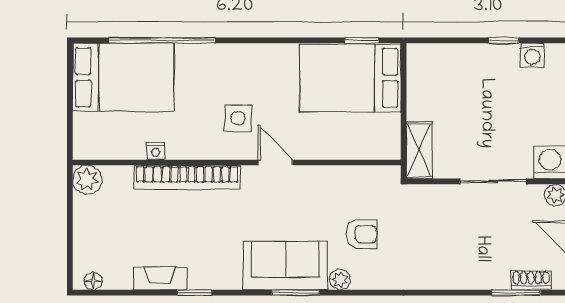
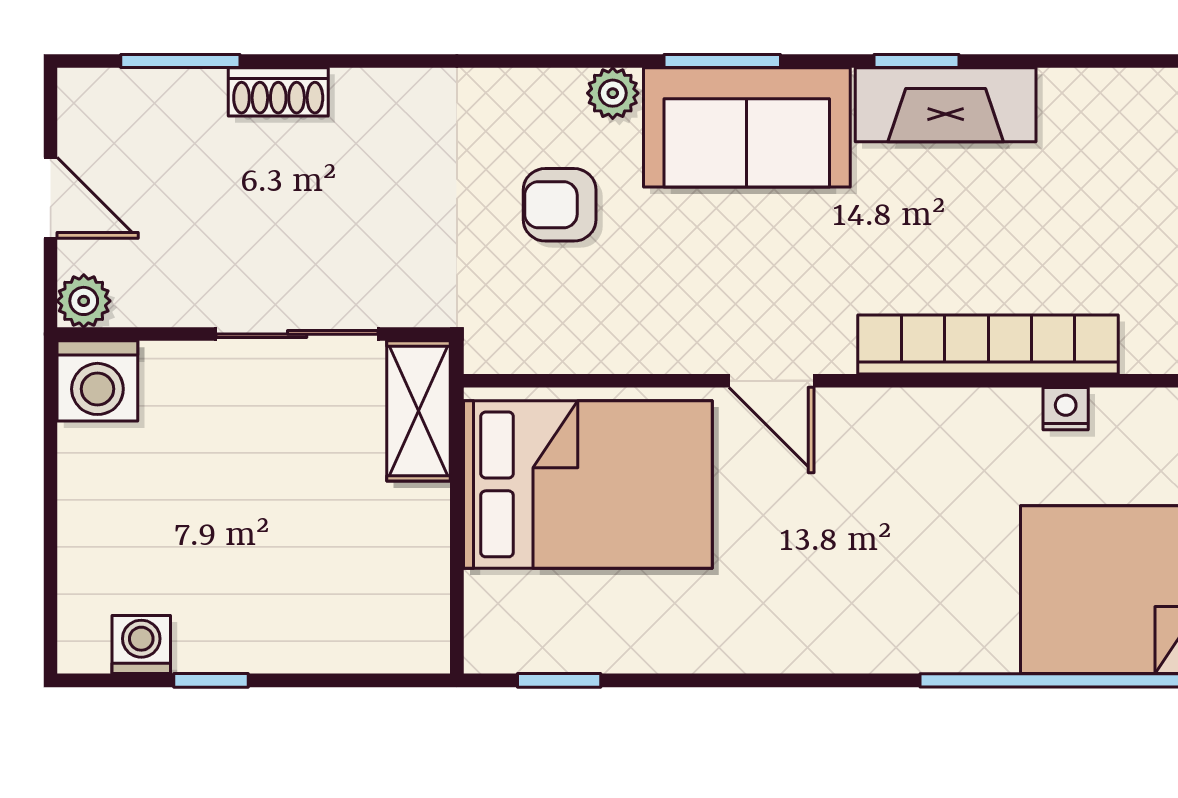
bed: (350, 78) -> (588, 484), moved
side table: (238, 118) -> (864, 489), removed
sliding door: (493, 181) -> (297, 334), moved
fireplace: (160, 278) -> (946, 105), moved, width x1.37, depth x1.32
shoe rack: (531, 280) -> (278, 92), moved
window: (194, 293) -> (917, 61), moved

